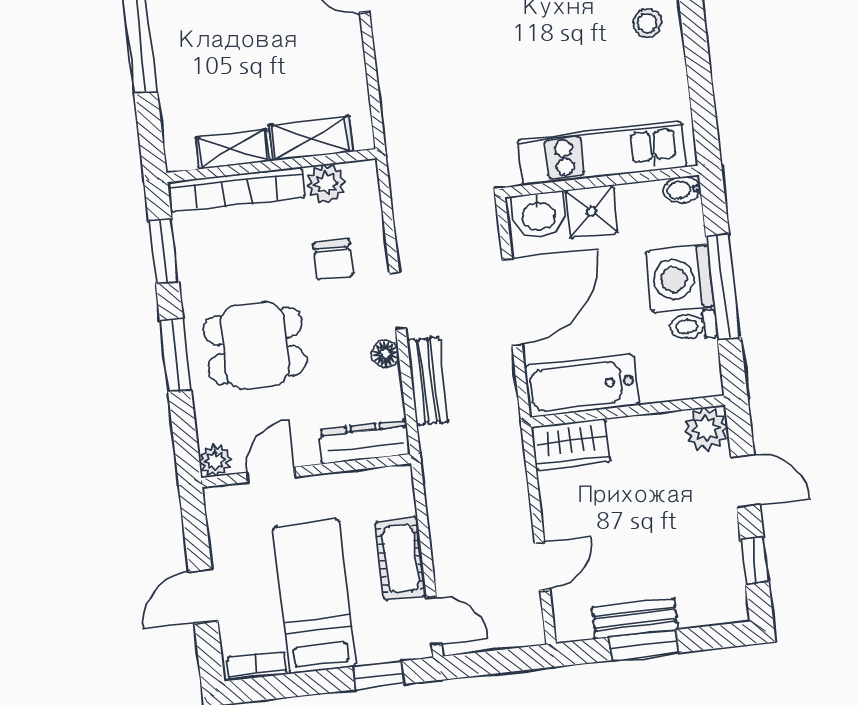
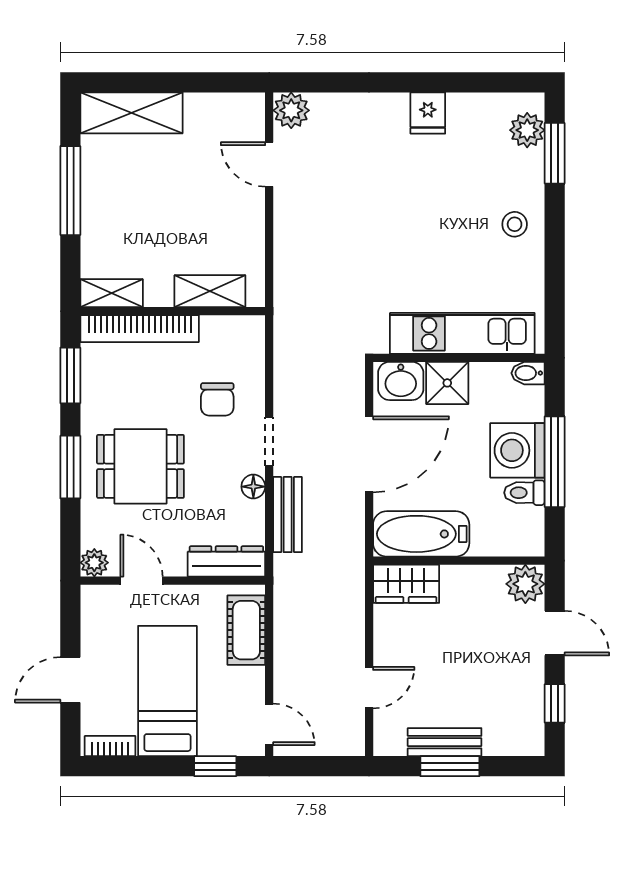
shelving: (233, 149) -> (112, 293), moved
plant: (326, 184) -> (219, 332), removed
door: (271, 475) -> (142, 581), hinge flipped
cot: (401, 559) -> (246, 630), moved

